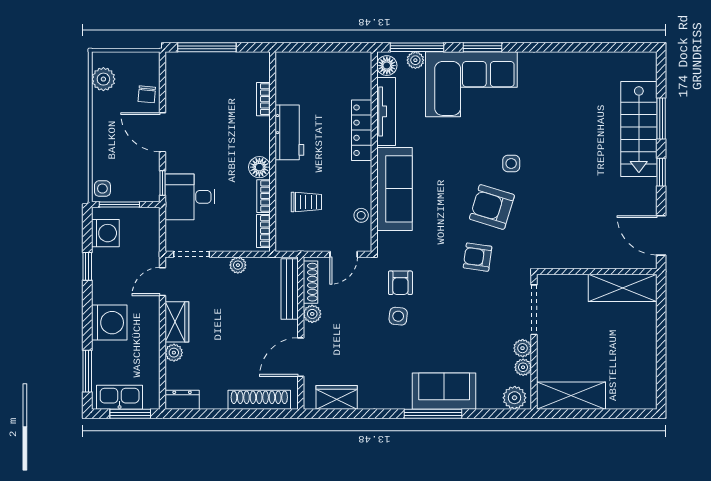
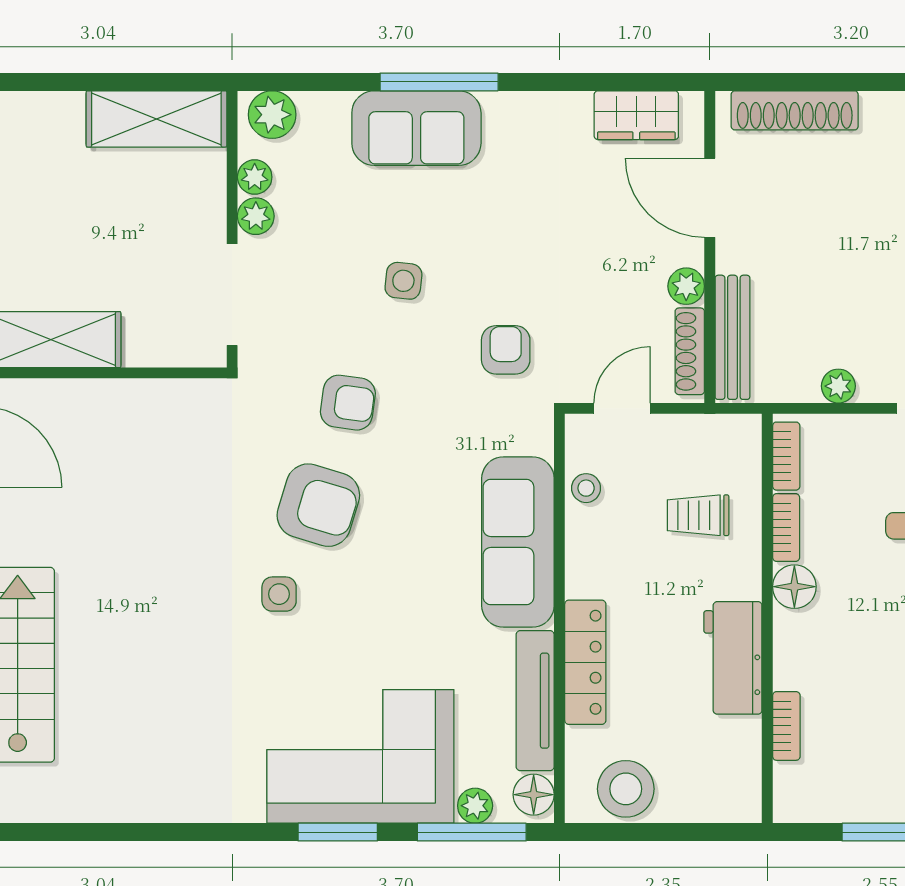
stool: (342, 68) -> (626, 789), added
side table: (398, 316) -> (403, 281), moved
door: (301, 357) -> (710, 198), swing flipped

